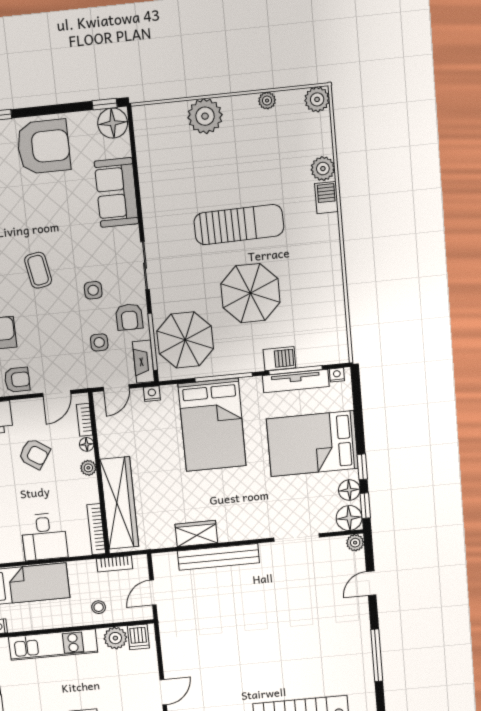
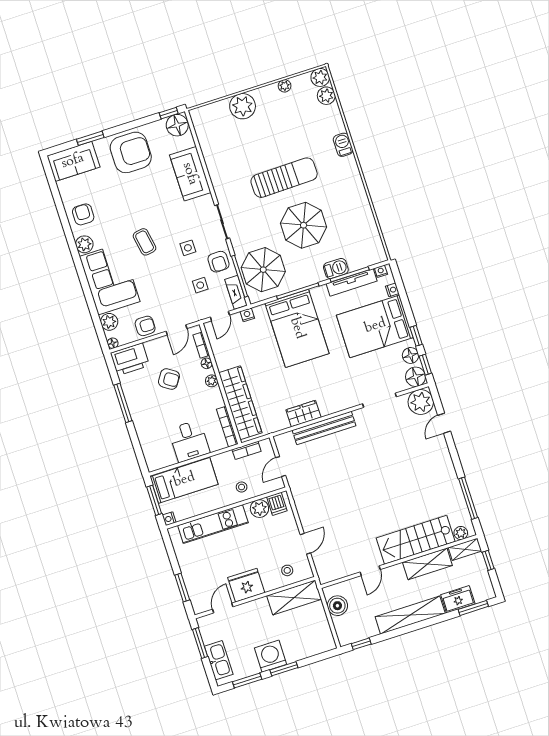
plant: (323, 169) -> (326, 96), moved
nightstand: (346, 402) -> (392, 290), added
plant: (355, 543) -> (421, 402), width x1.88, depth x1.88
window: (377, 655) -> (468, 498), moved

